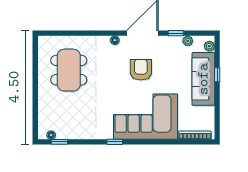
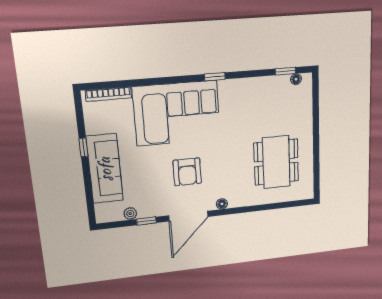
plant: (209, 46) -> (101, 210), removed
window: (217, 75) -> (83, 147), moved

